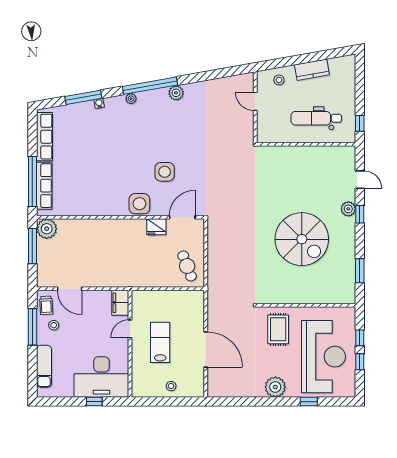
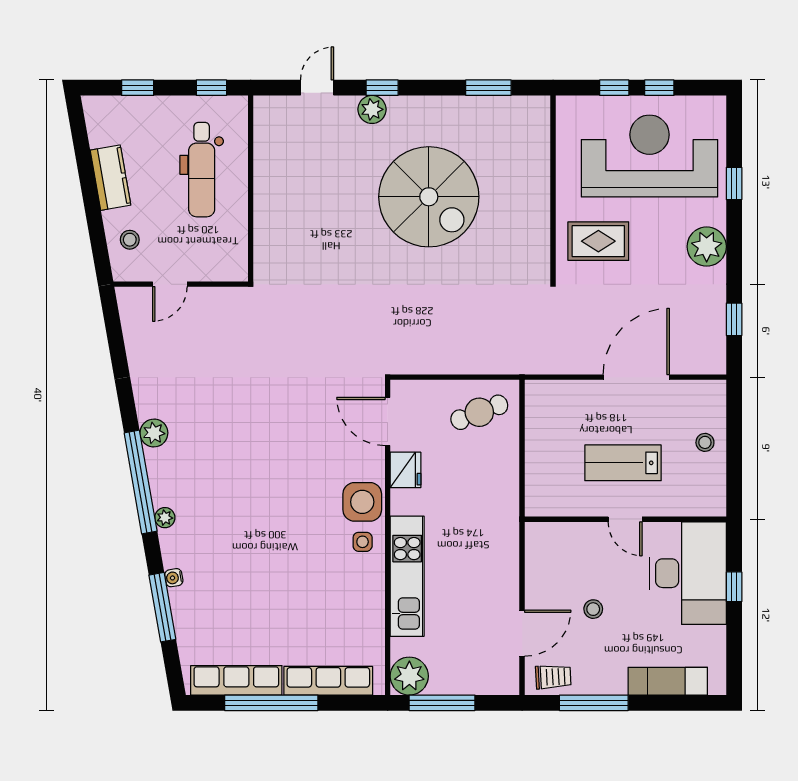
window: (360, 84) -> (138, 88), added
side table: (165, 172) -> (363, 542), moved, width x0.54, depth x0.54
window: (32, 181) -> (271, 703), moved
kitchen unit: (100, 228) -> (407, 576), added
spiral stairs: (302, 239) -> (429, 197), turned 90
filing cabinet: (120, 303) -> (548, 538), removed
stool: (54, 325) -> (593, 609), moved
door: (130, 329) -> (625, 519), moved
window: (237, 402) -> (734, 319), added

